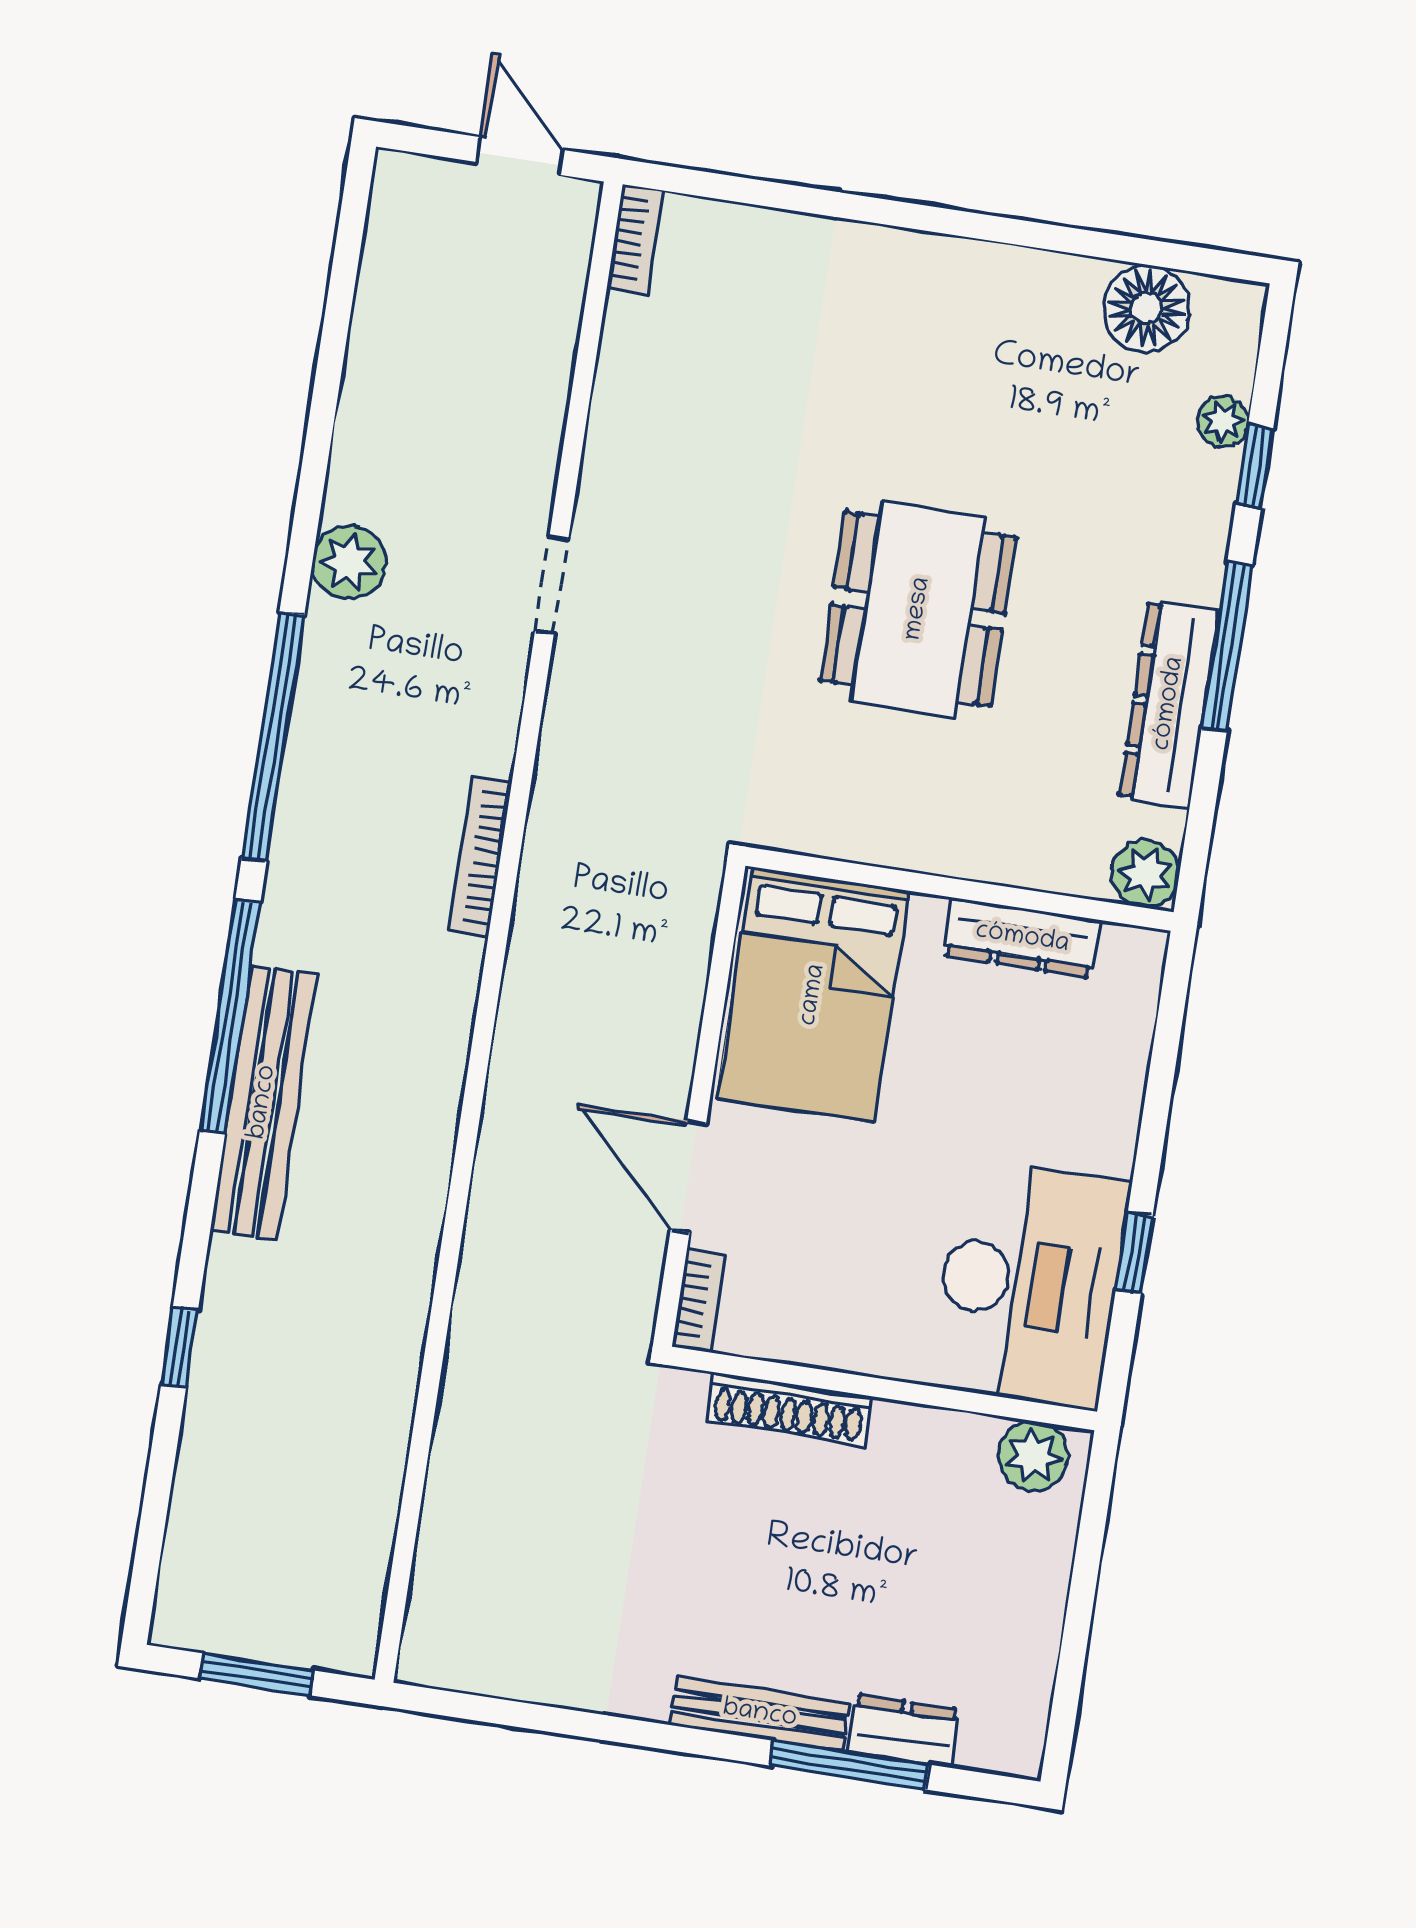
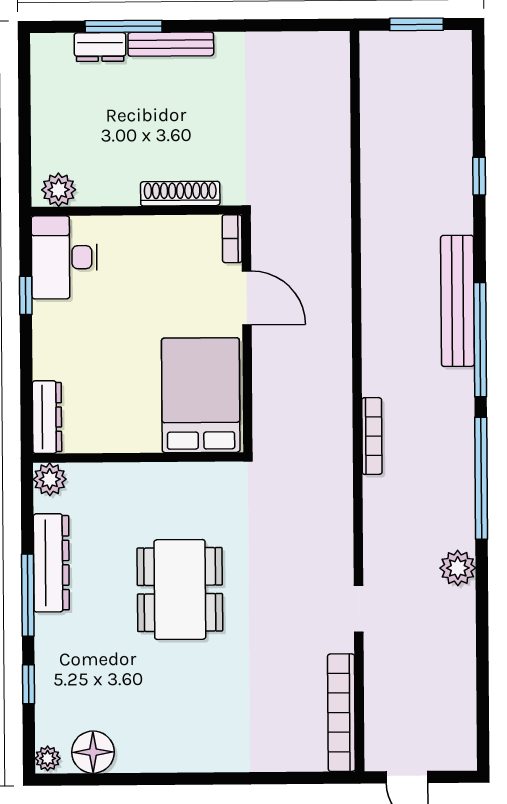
bookcase: (635, 239) -> (341, 713), width x2.31, depth x1.31
plant: (1223, 421) -> (48, 758), moved
doorway: (552, 585) -> (359, 609), moved
dresser: (1022, 938) -> (47, 417), moved, turned 90
desk: (1029, 1284) -> (64, 257), width x0.73, depth x0.77

